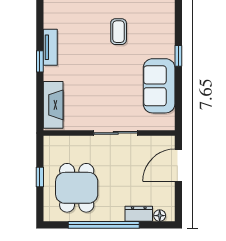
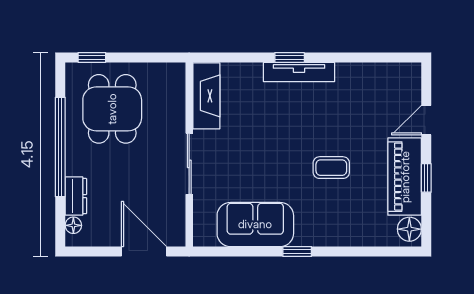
tv unit: (50, 47) -> (299, 72), width x1.41
fireplace: (53, 105) -> (206, 96), moved, turned -90
window: (40, 177) -> (92, 57), moved
dining table: (77, 188) -> (112, 109), turned 90

